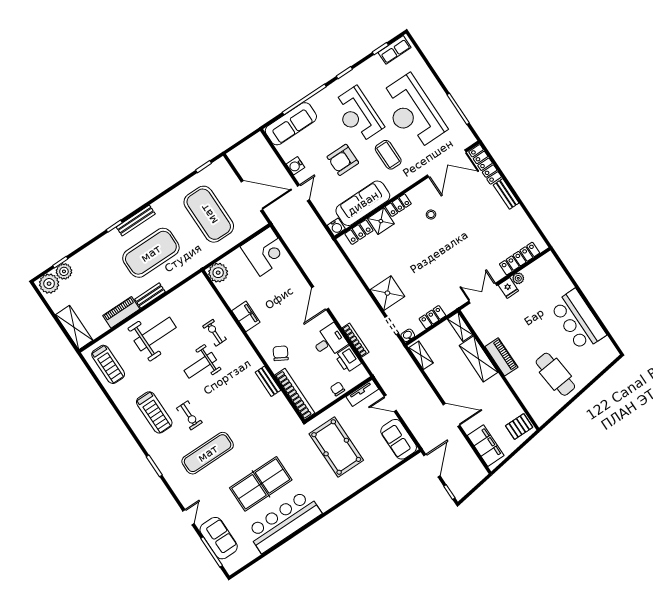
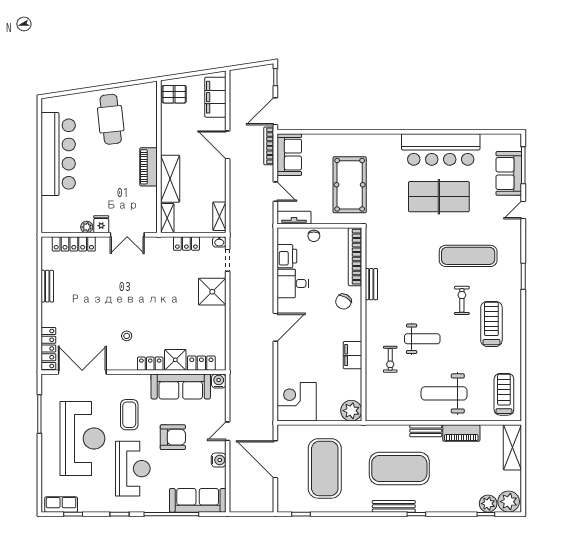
bench: (506, 194) -> (47, 286), moved
bar counter: (578, 320) -> (58, 154), width x1.36
bookcase: (356, 340) -> (269, 146), moved

